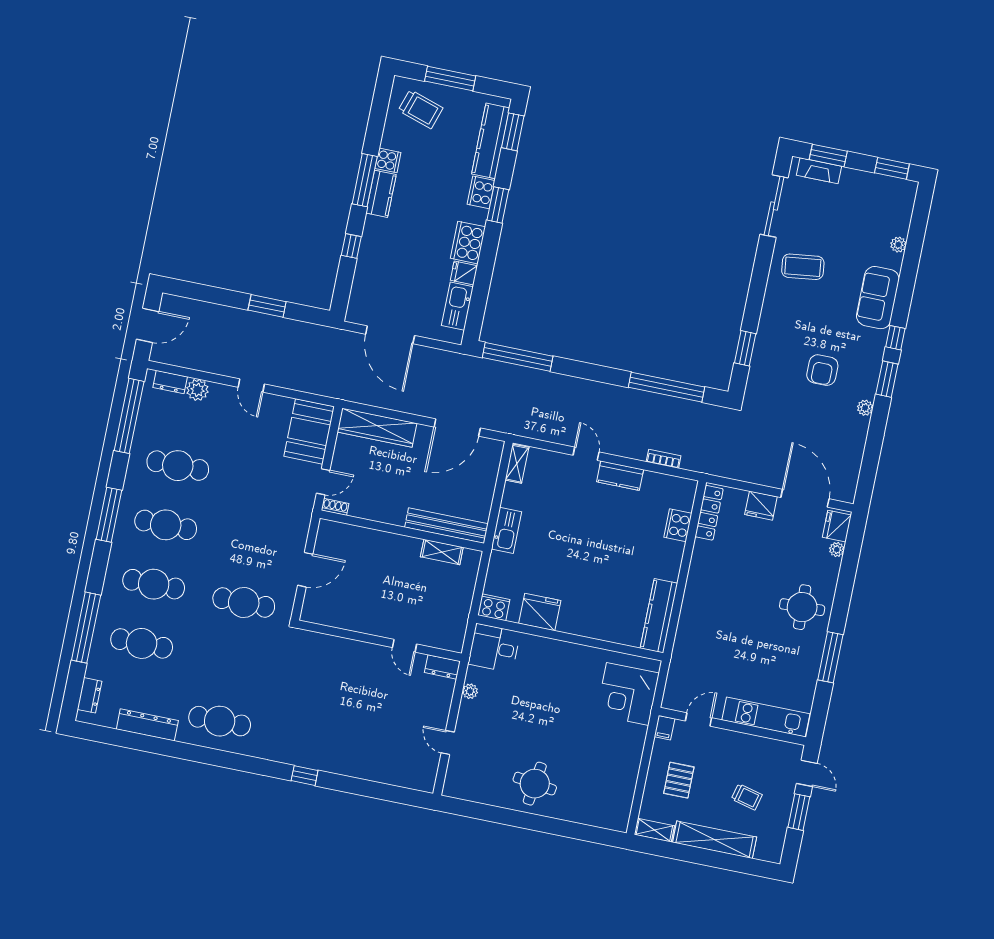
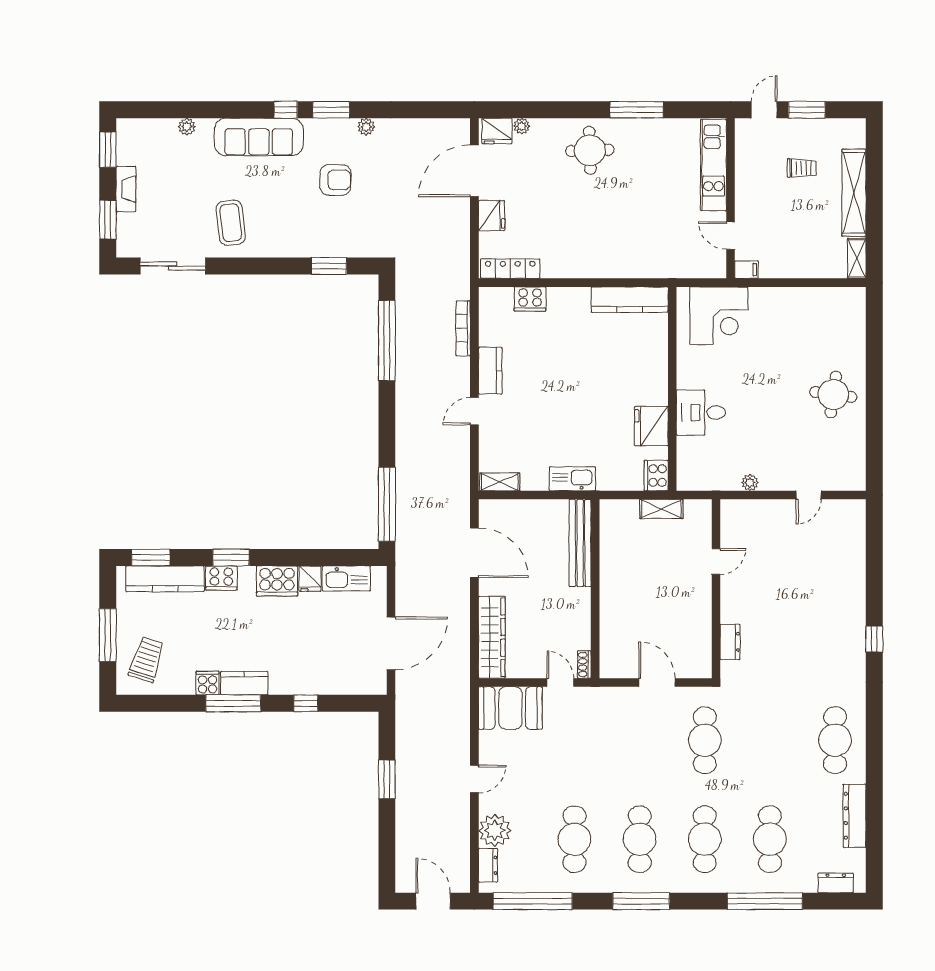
fireplace: (819, 171) -> (126, 189), moved
sofa: (878, 298) -> (259, 137), width x1.36
plant: (197, 390) -> (495, 830), width x1.36, depth x1.36
bookcase: (664, 459) -> (463, 328), width x1.56
shelving: (442, 552) -> (661, 509), moved, turned 90
desk: (494, 648) -> (701, 413), moved, turned 90
dresser: (442, 667) -> (730, 642), moved
pallet: (679, 780) -> (799, 243), removed
trolley: (747, 797) -> (802, 168), turned 76

